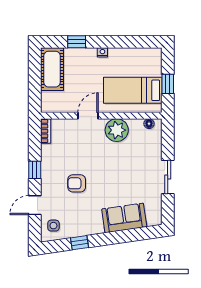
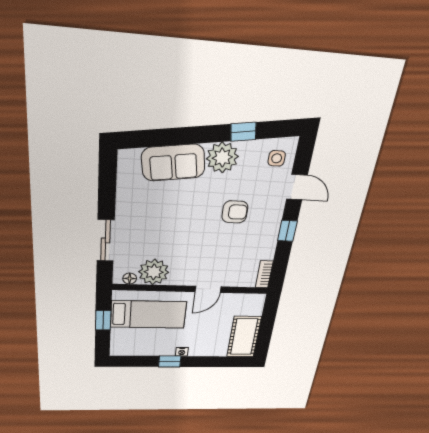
window: (77, 42) -> (170, 361), moved
plant: (117, 130) -> (154, 272), moved
sliding door: (168, 177) -> (106, 240), moved
door: (35, 205) -> (297, 187), hinge flipped
plant: (91, 224) -> (222, 158), added

